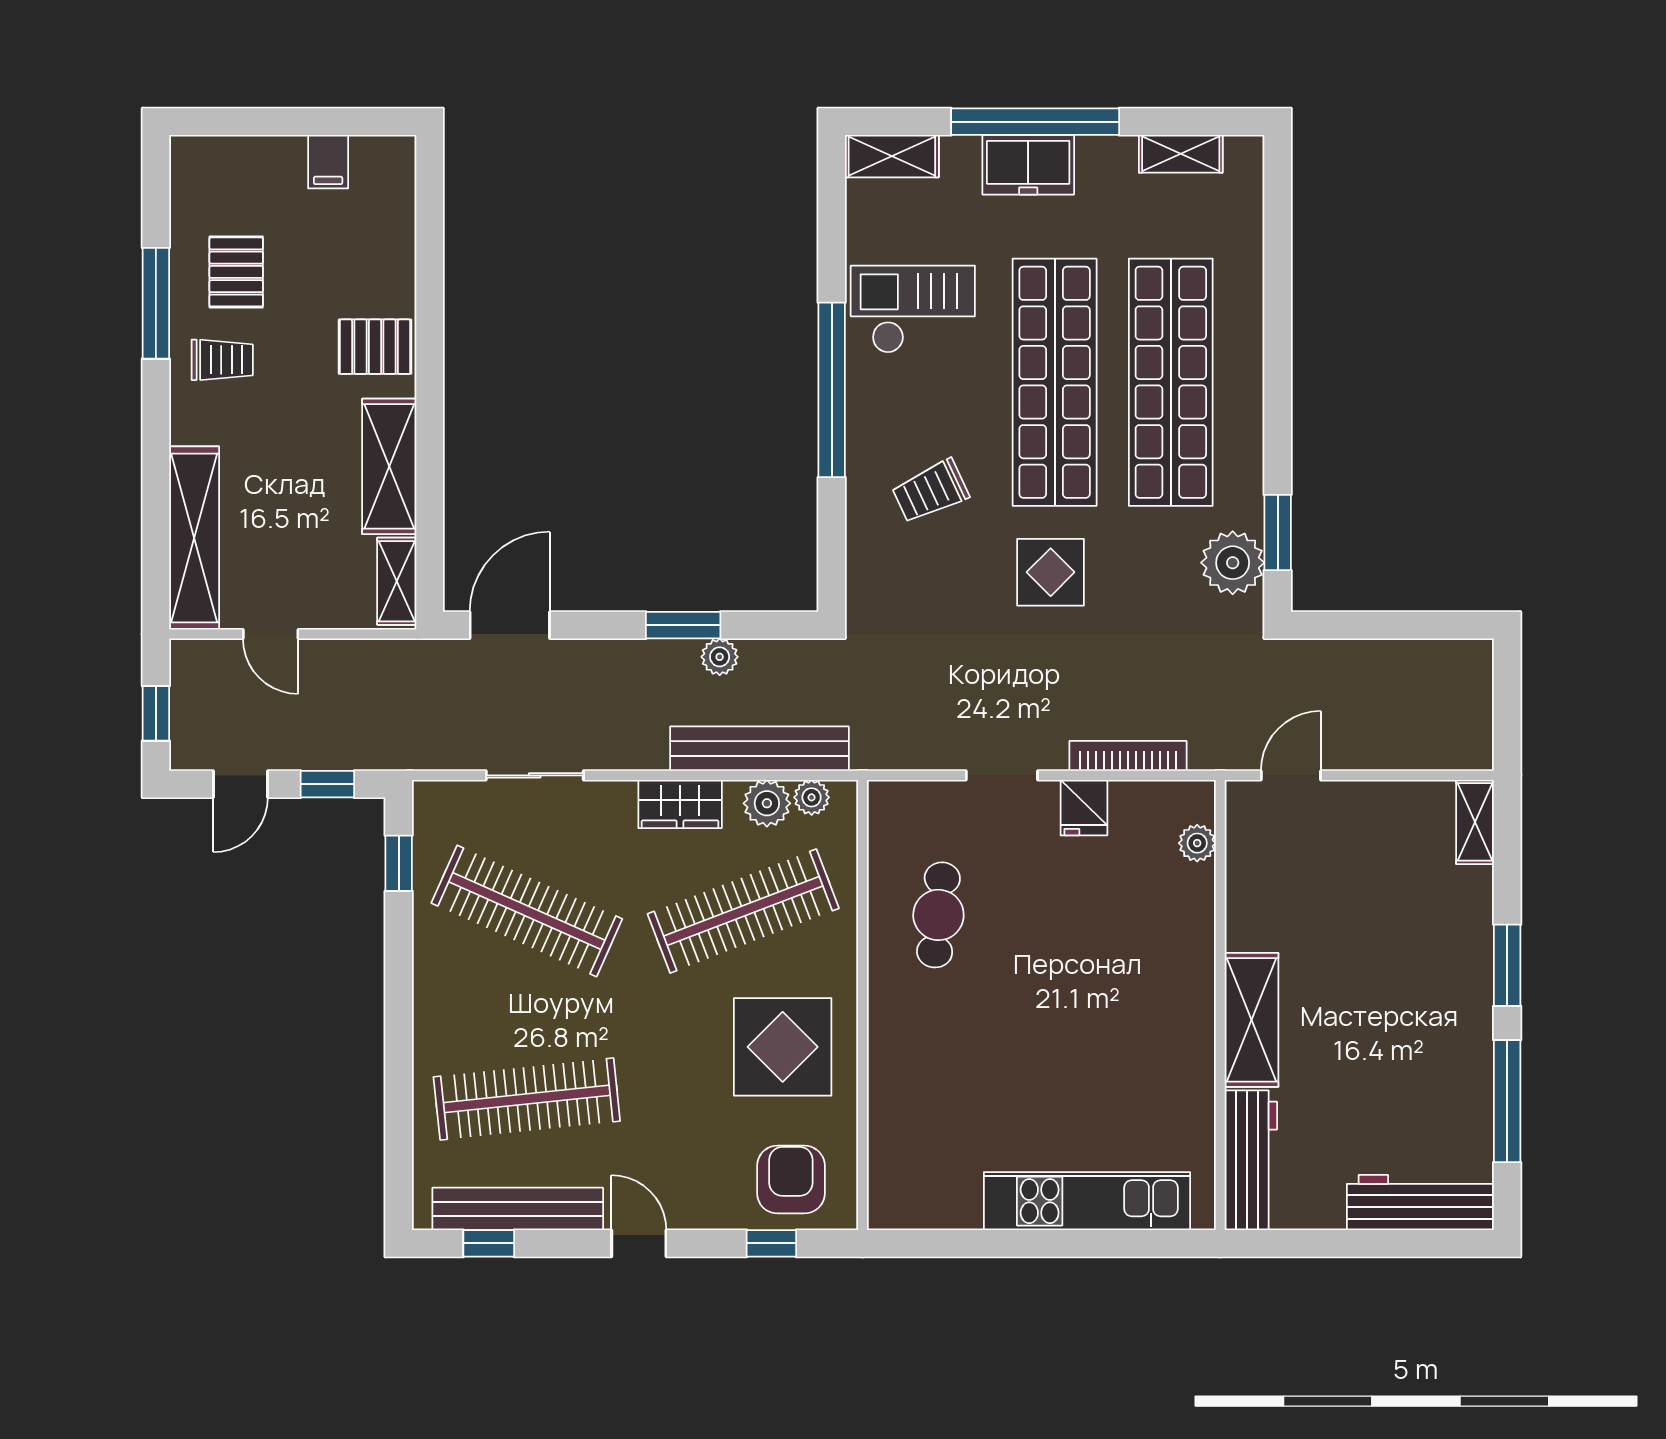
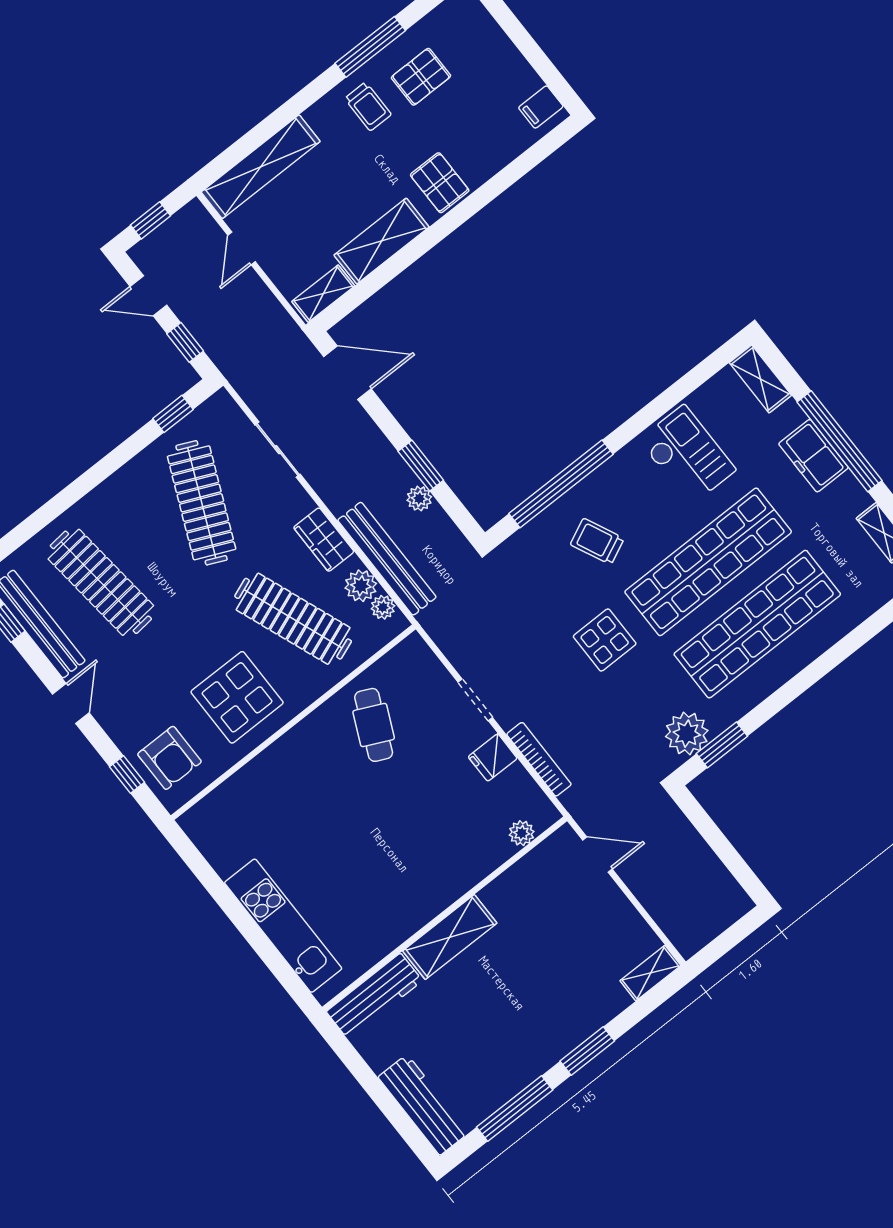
filing cabinet: (328, 162) -> (541, 107), moved
window: (832, 390) -> (561, 484), moved
cafe table: (938, 915) -> (374, 725), turned -71
armchair: (791, 1180) -> (169, 758), turned 90

